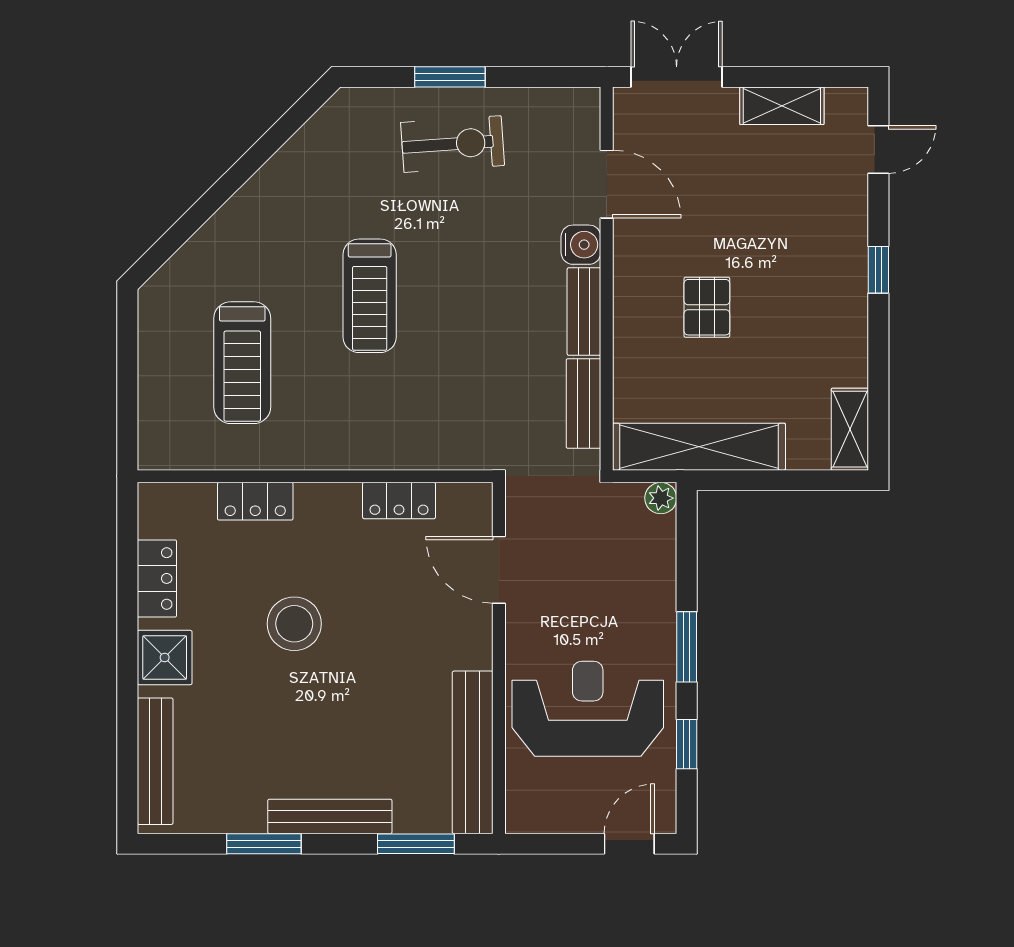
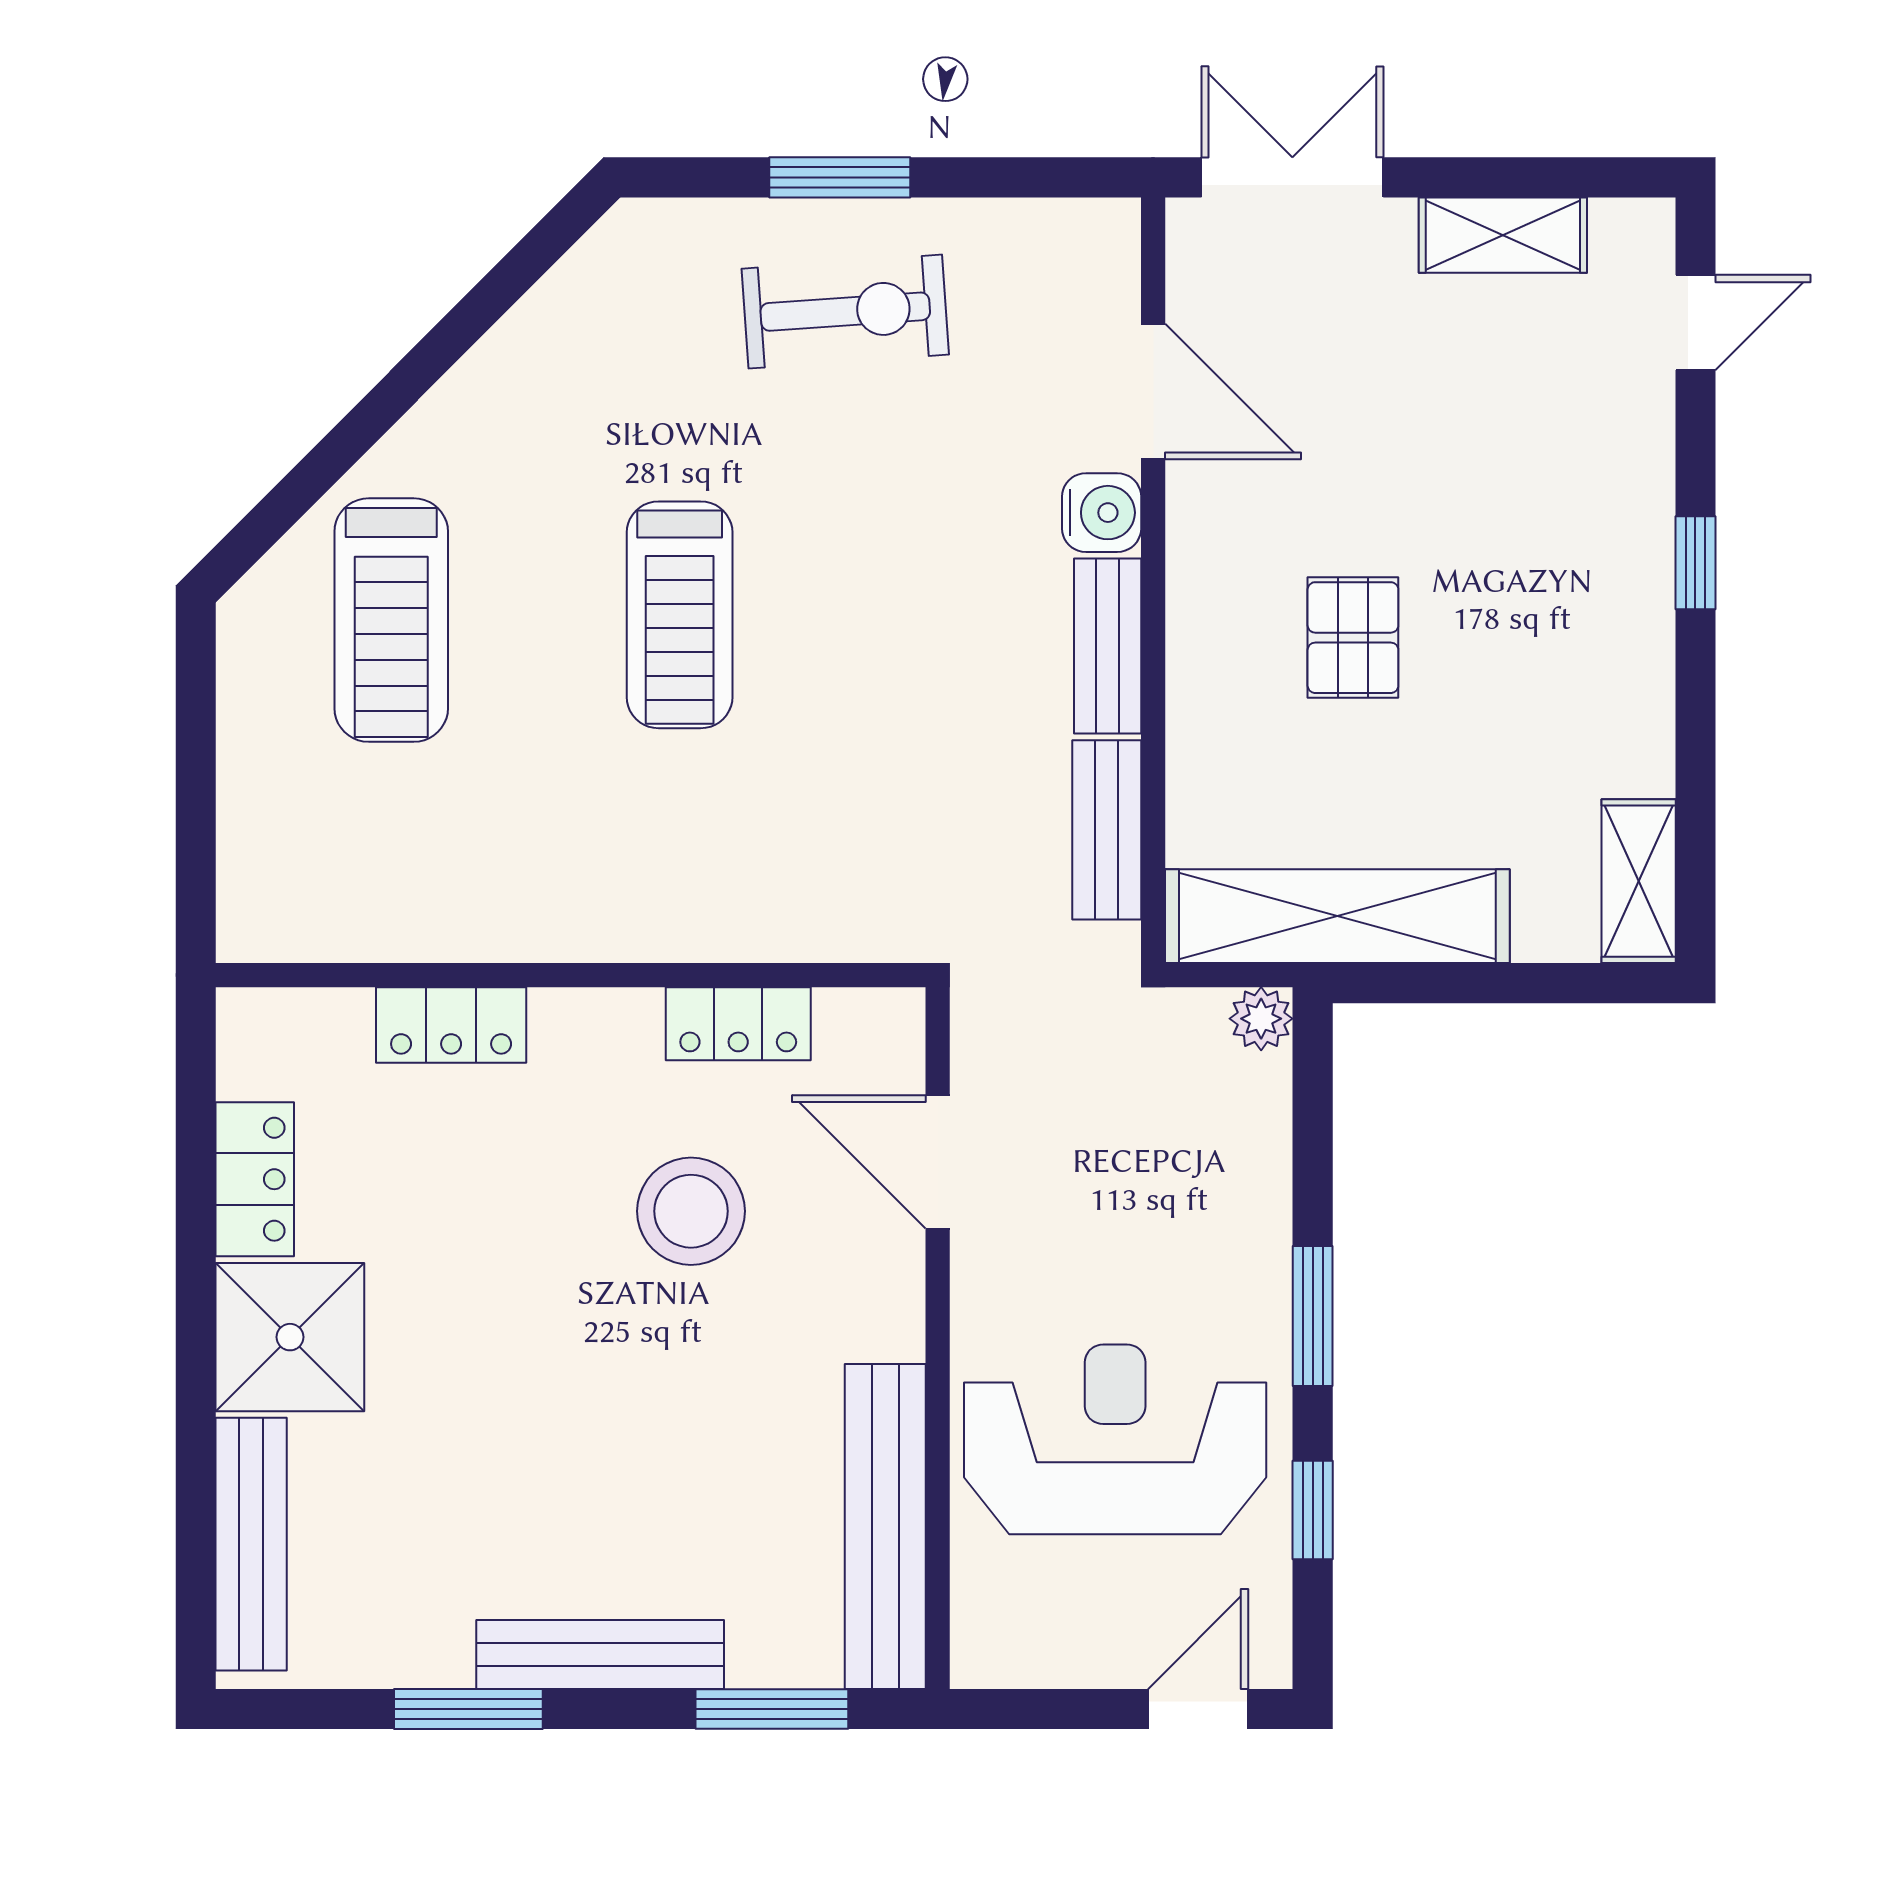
treadmill: (242, 363) -> (391, 620), moved
stool: (294, 624) -> (691, 1211), moved
shower: (165, 658) -> (290, 1337), width x1.36, depth x1.36

